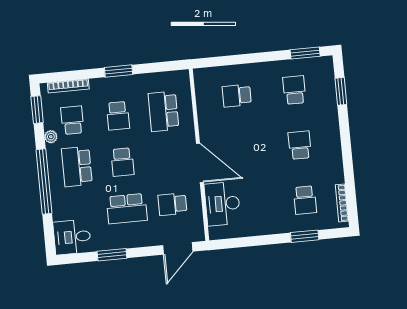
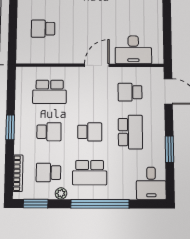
school desk: (237, 96) -> (43, 29), turned 90
door: (200, 163) -> (97, 65), width x0.73
school desk: (172, 204) -> (130, 92), turned 90

